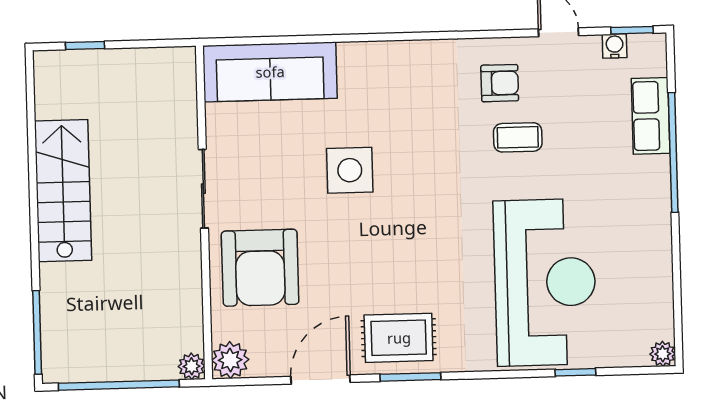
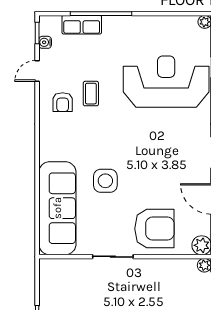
sofa: (270, 72) -> (57, 208), width x1.36, depth x1.27
armchair: (500, 83) -> (63, 102), turned 180
rug: (399, 338) -> (193, 158), removed

